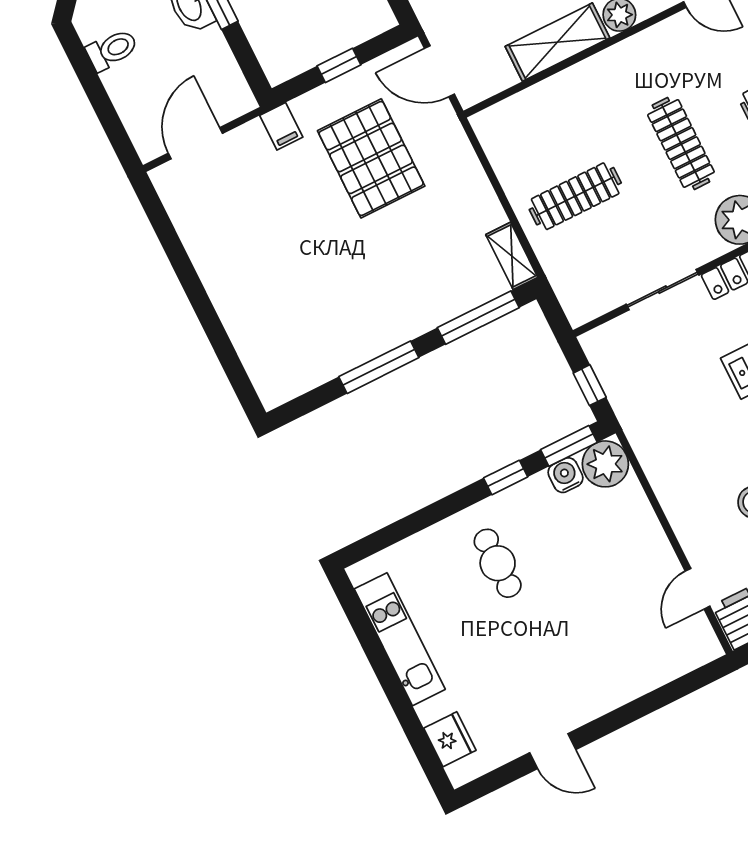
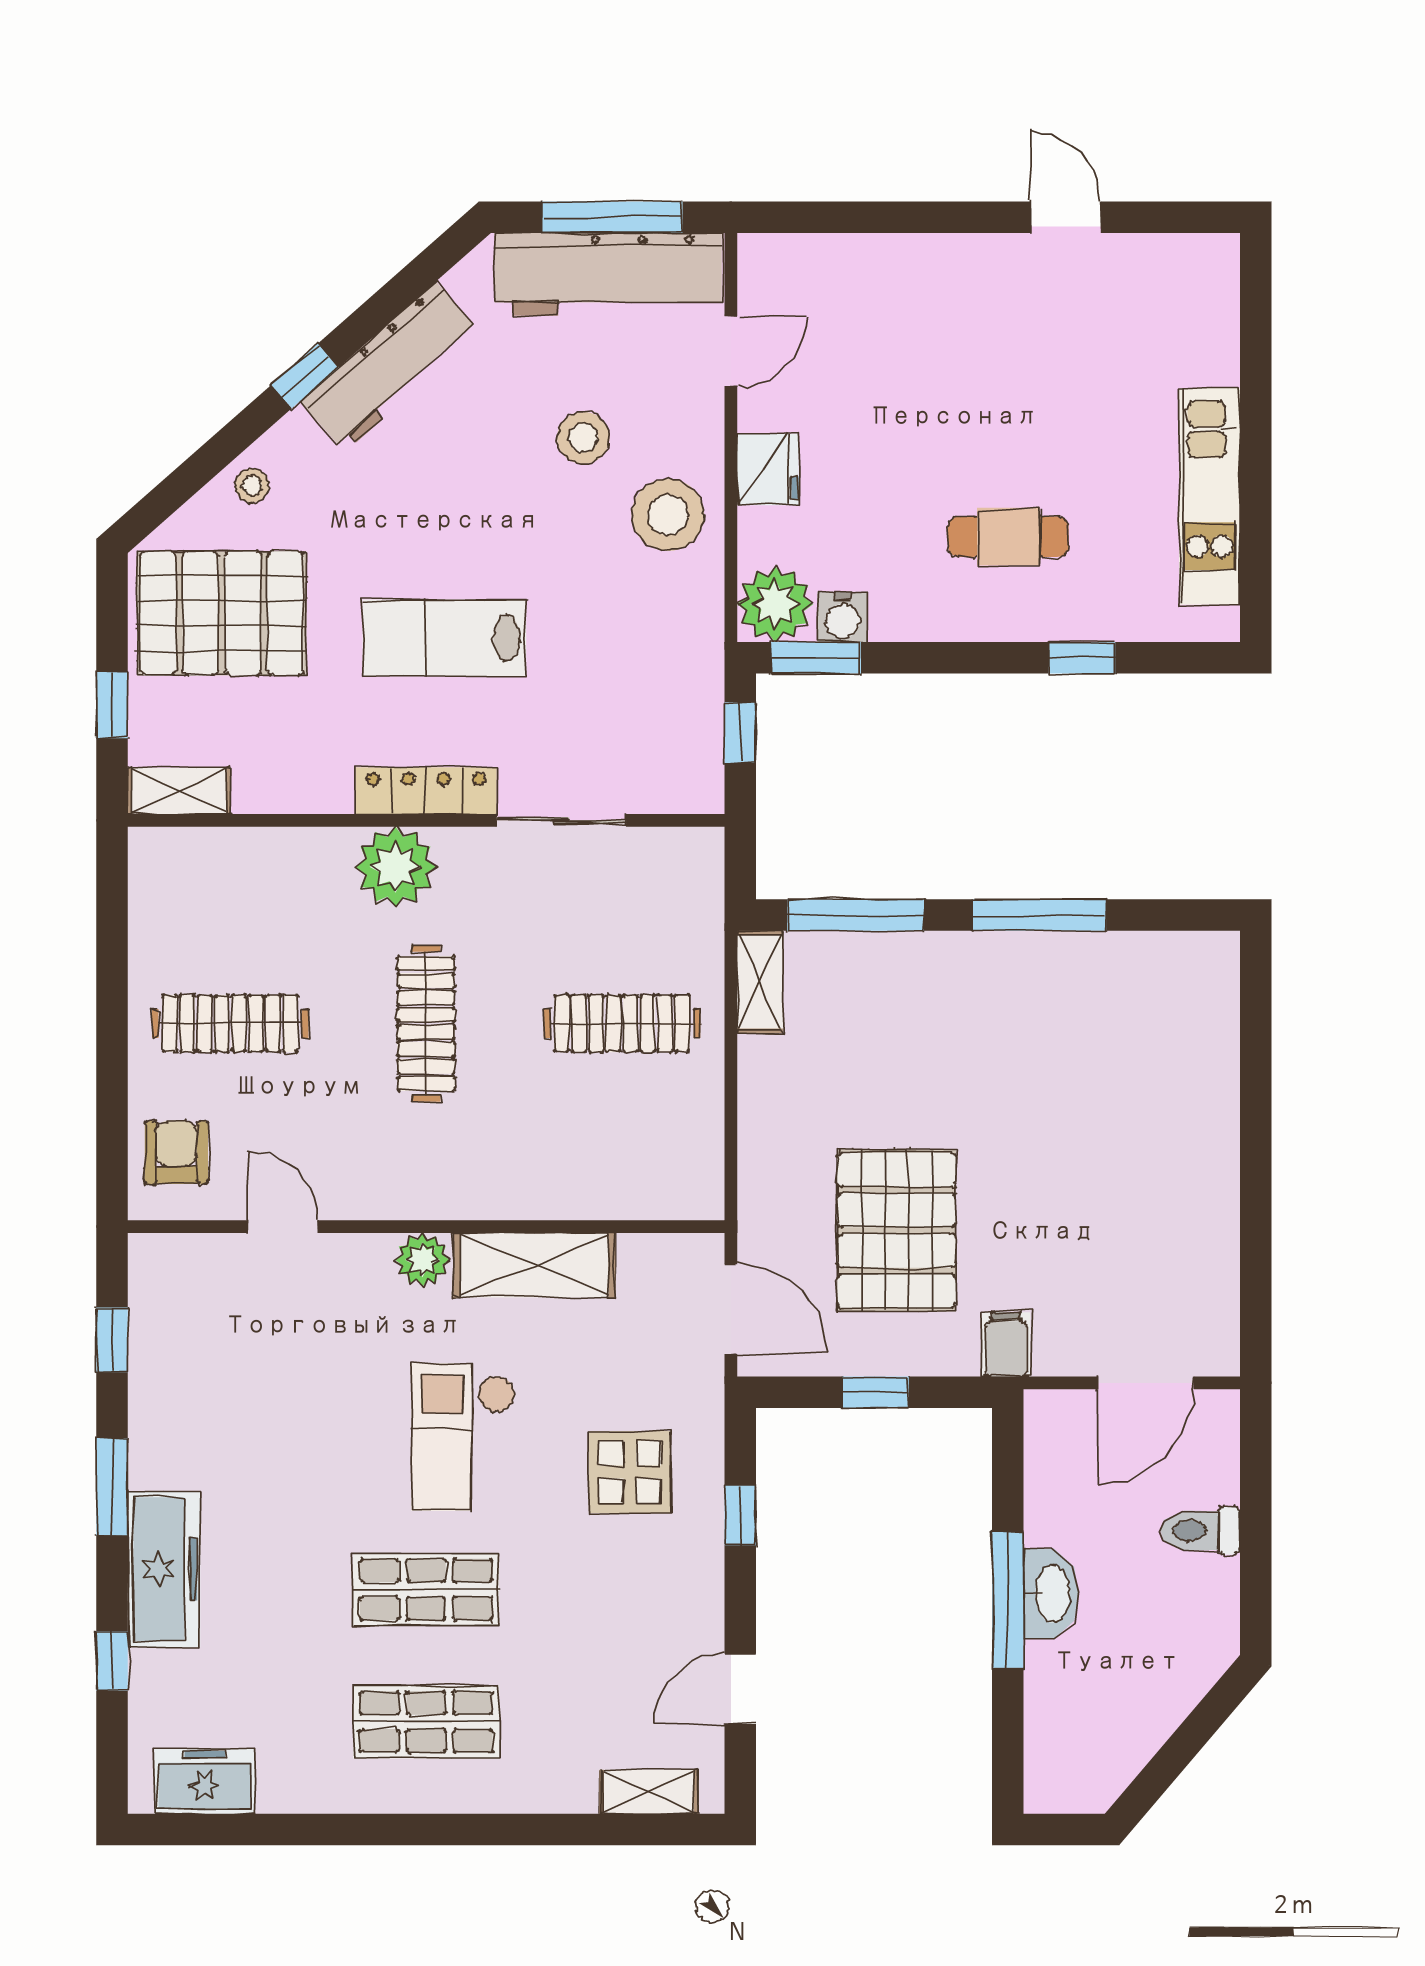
toilet: (112, 50) -> (1200, 1531), moved
window: (506, 477) -> (1082, 658), moved
stool: (687, 483) -> (668, 515), added
cafe table: (498, 563) -> (1008, 537), turned 90
fridge: (450, 739) -> (768, 469), moved, turned 180

